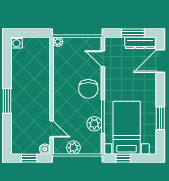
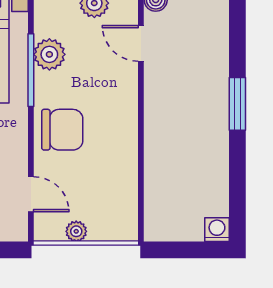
plant: (58, 42) -> (76, 231), moved
chair: (88, 89) -> (62, 130), turned 90

